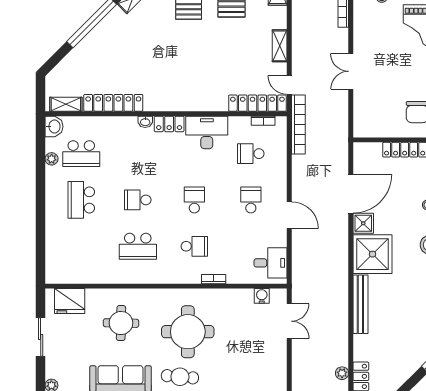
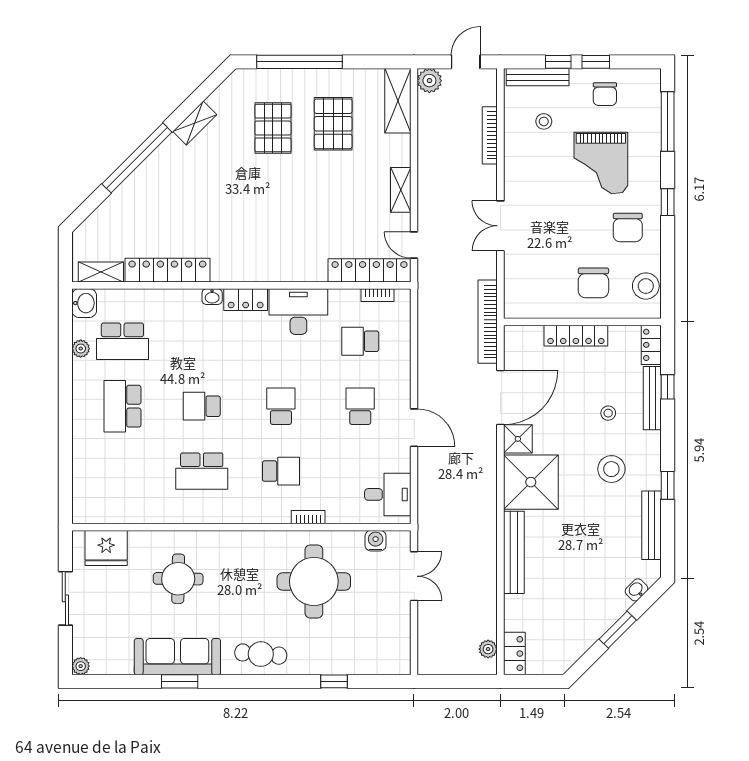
bookcase: (298, 125) -> (488, 322), moved, turned 180
round table: (188, 332) -> (314, 581), moved

